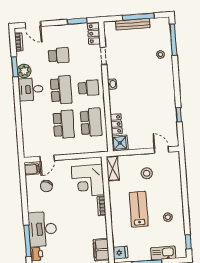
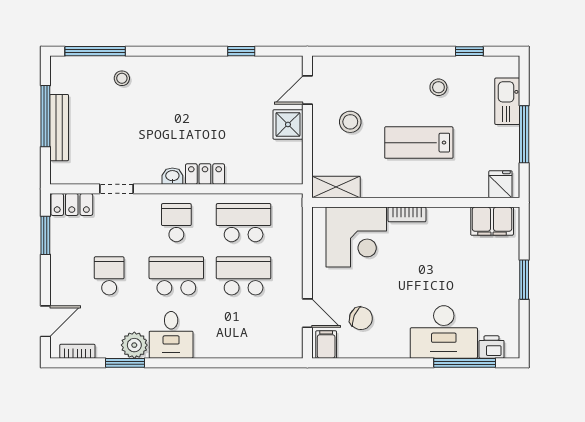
locker: (116, 124) -> (205, 174), moved
shower: (120, 143) -> (288, 124), moved
window: (188, 242) -> (469, 51), moved

